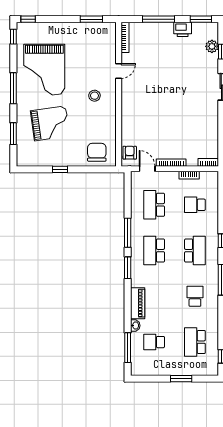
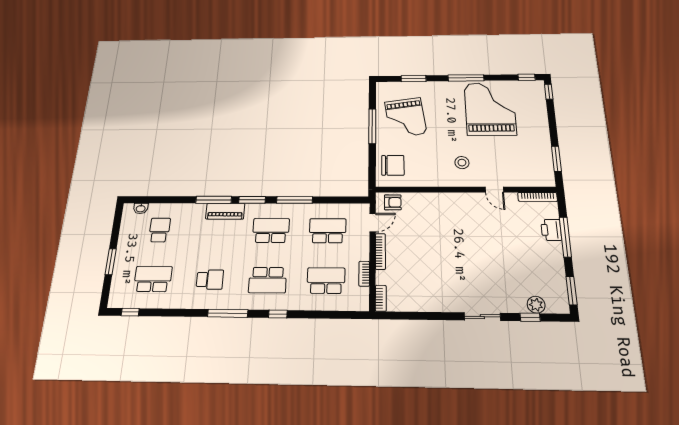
printer: (183, 29) -> (551, 230), moved
grand piano: (44, 70) -> (490, 109), turned 90
grand piano: (50, 123) -> (406, 118), moved
window: (60, 169) -> (372, 126), width x2.17
school desk: (195, 205) -> (326, 281), width x1.85
piano: (138, 303) -> (225, 211), moved
washbasin: (135, 326) -> (141, 208), moved
window: (128, 348) -> (214, 200), moved

